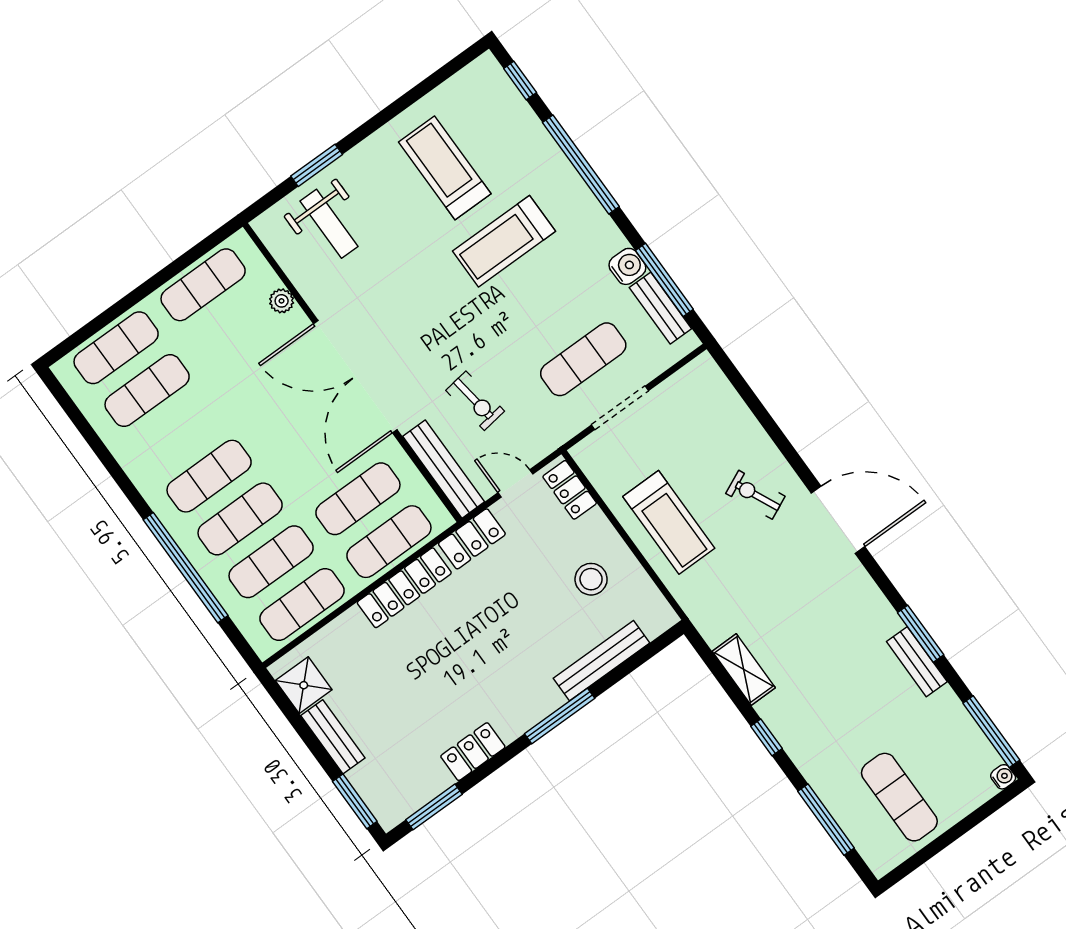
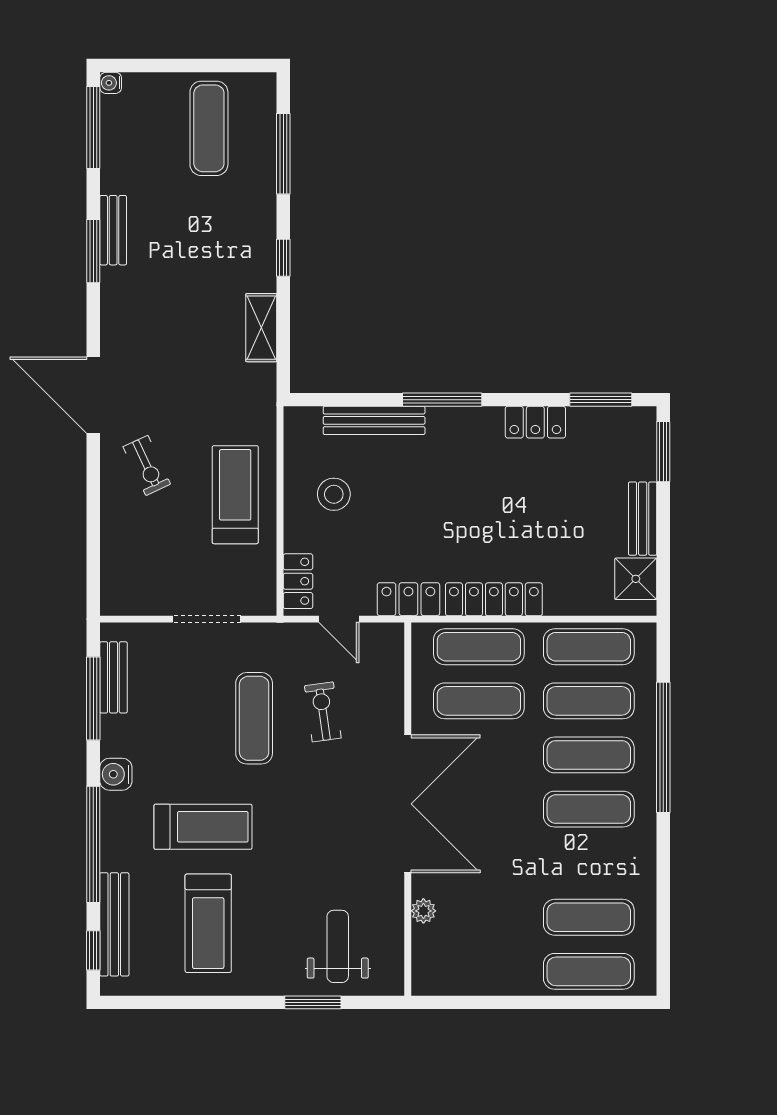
water cooler: (627, 266) -> (116, 774), moved
exercise mat: (203, 285) -> (479, 971), removed
exercise mat: (583, 359) -> (254, 718), moved, turned 90
bench: (444, 469) -> (114, 924), moved

